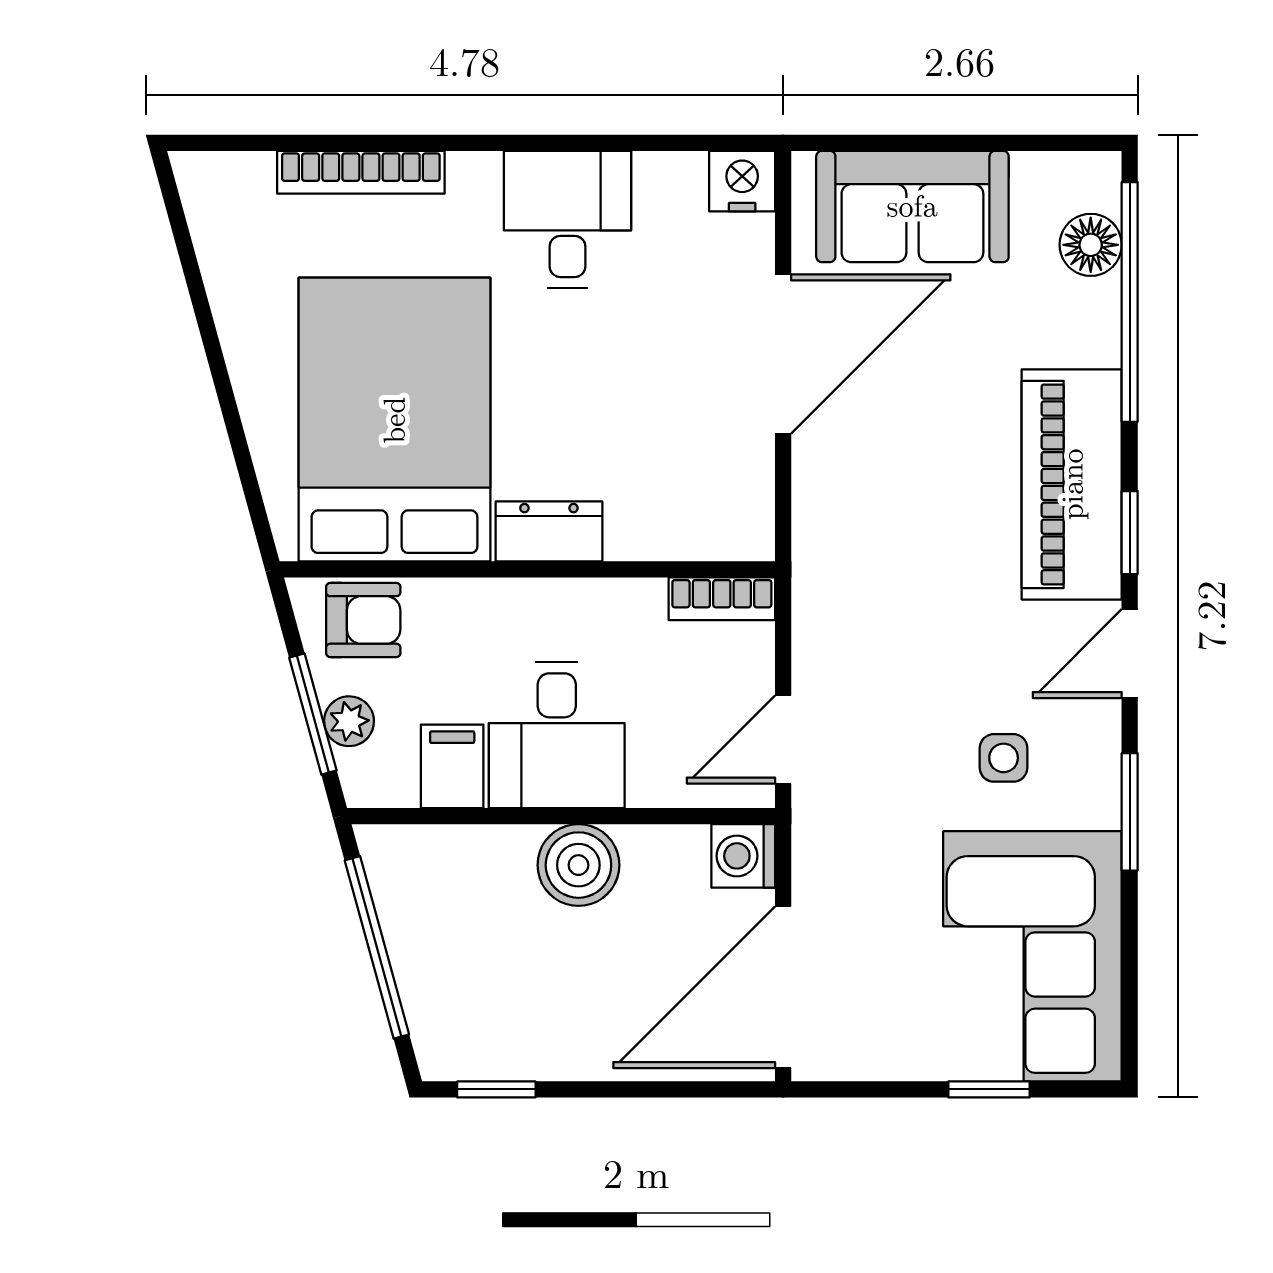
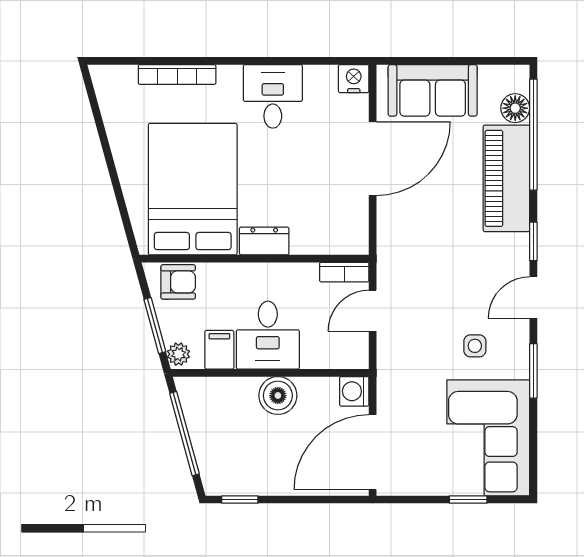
piano: (1072, 484) -> (506, 178), moved
plant: (349, 721) -> (179, 354), moved
door: (783, 739) -> (373, 311), moved

